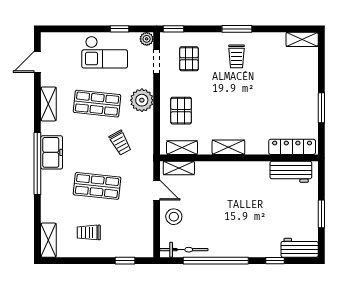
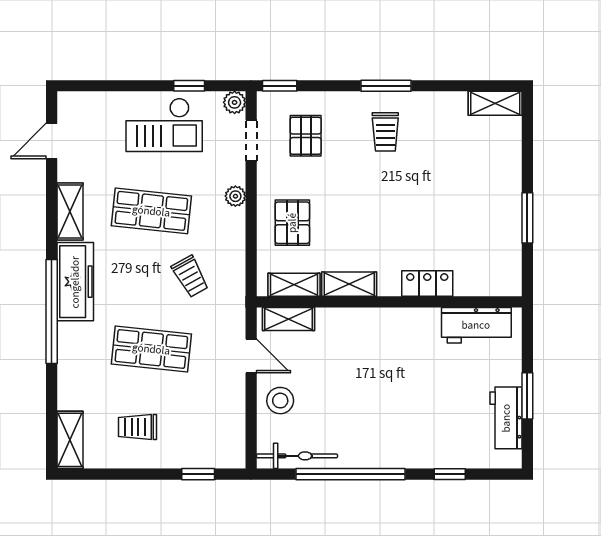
plant: (142, 100) -> (235, 196), width x0.53, depth x0.53
shelving: (228, 147) -> (349, 284), moved
locker: (292, 147) -> (427, 283), moved, width x0.66
freezer: (52, 152) -> (75, 282), width x1.40
workbench: (300, 248) -> (506, 418), moved, turned -90

